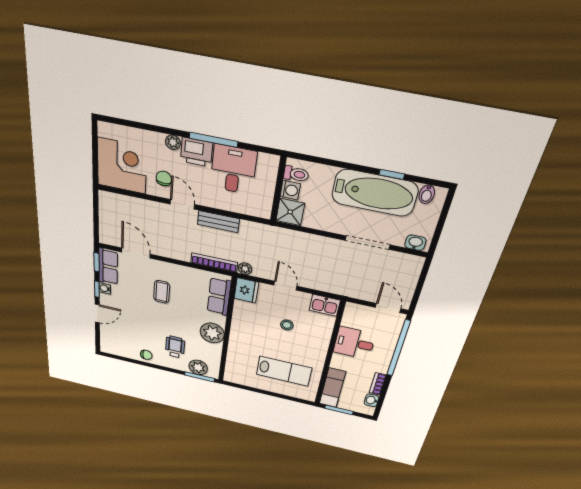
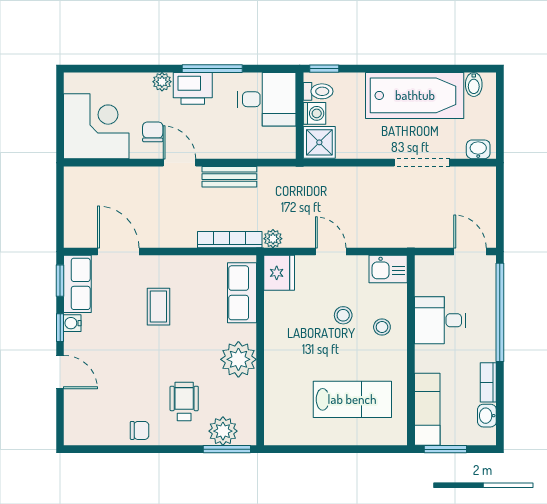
desk: (233, 170) -> (267, 99), moved, turned 90
window: (392, 174) -> (324, 69), moved
door: (97, 313) -> (60, 372), hinge flipped
stool: (312, 338) -> (382, 327), added

